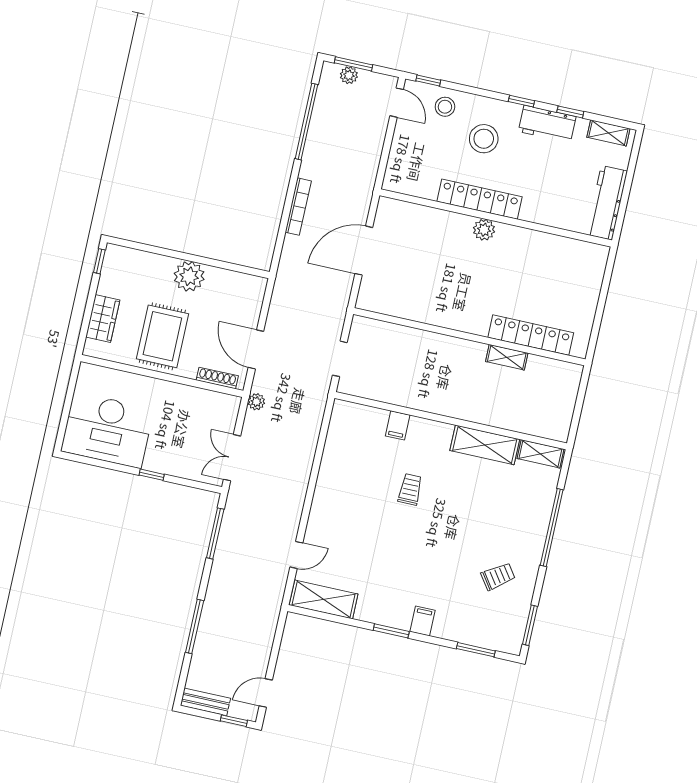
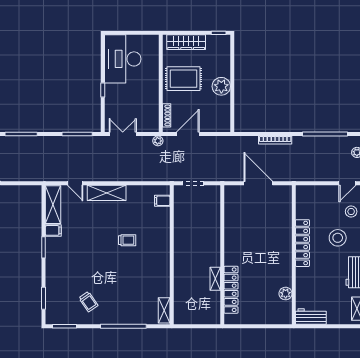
workbench: (607, 203) -> (311, 317), width x0.73
plant: (484, 230) -> (286, 294), moved
wardrobe: (103, 318) -> (186, 42), width x1.50
filing cabinet: (398, 425) -> (162, 201), moved
shelving: (485, 445) -> (107, 193), moved, turned 90
filing cabinet: (423, 621) -> (53, 230), moved

